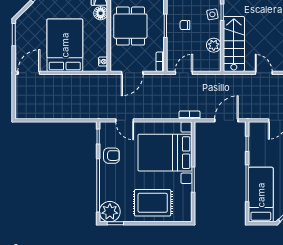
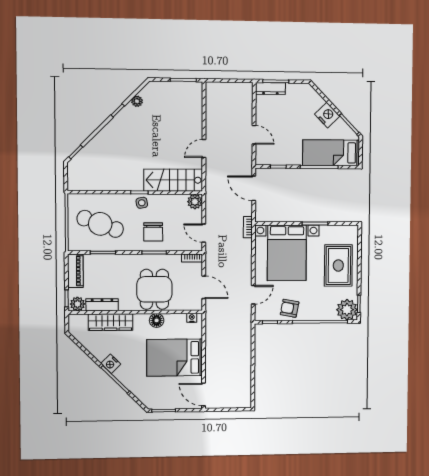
floor lamp: (101, 13) -> (157, 320), moved
chair: (185, 25) -> (153, 232), width x1.87, depth x1.87
dining table: (130, 26) -> (154, 289), turned 90
plant: (214, 45) -> (195, 202), moved
armchair: (111, 156) -> (290, 308), turned -79

